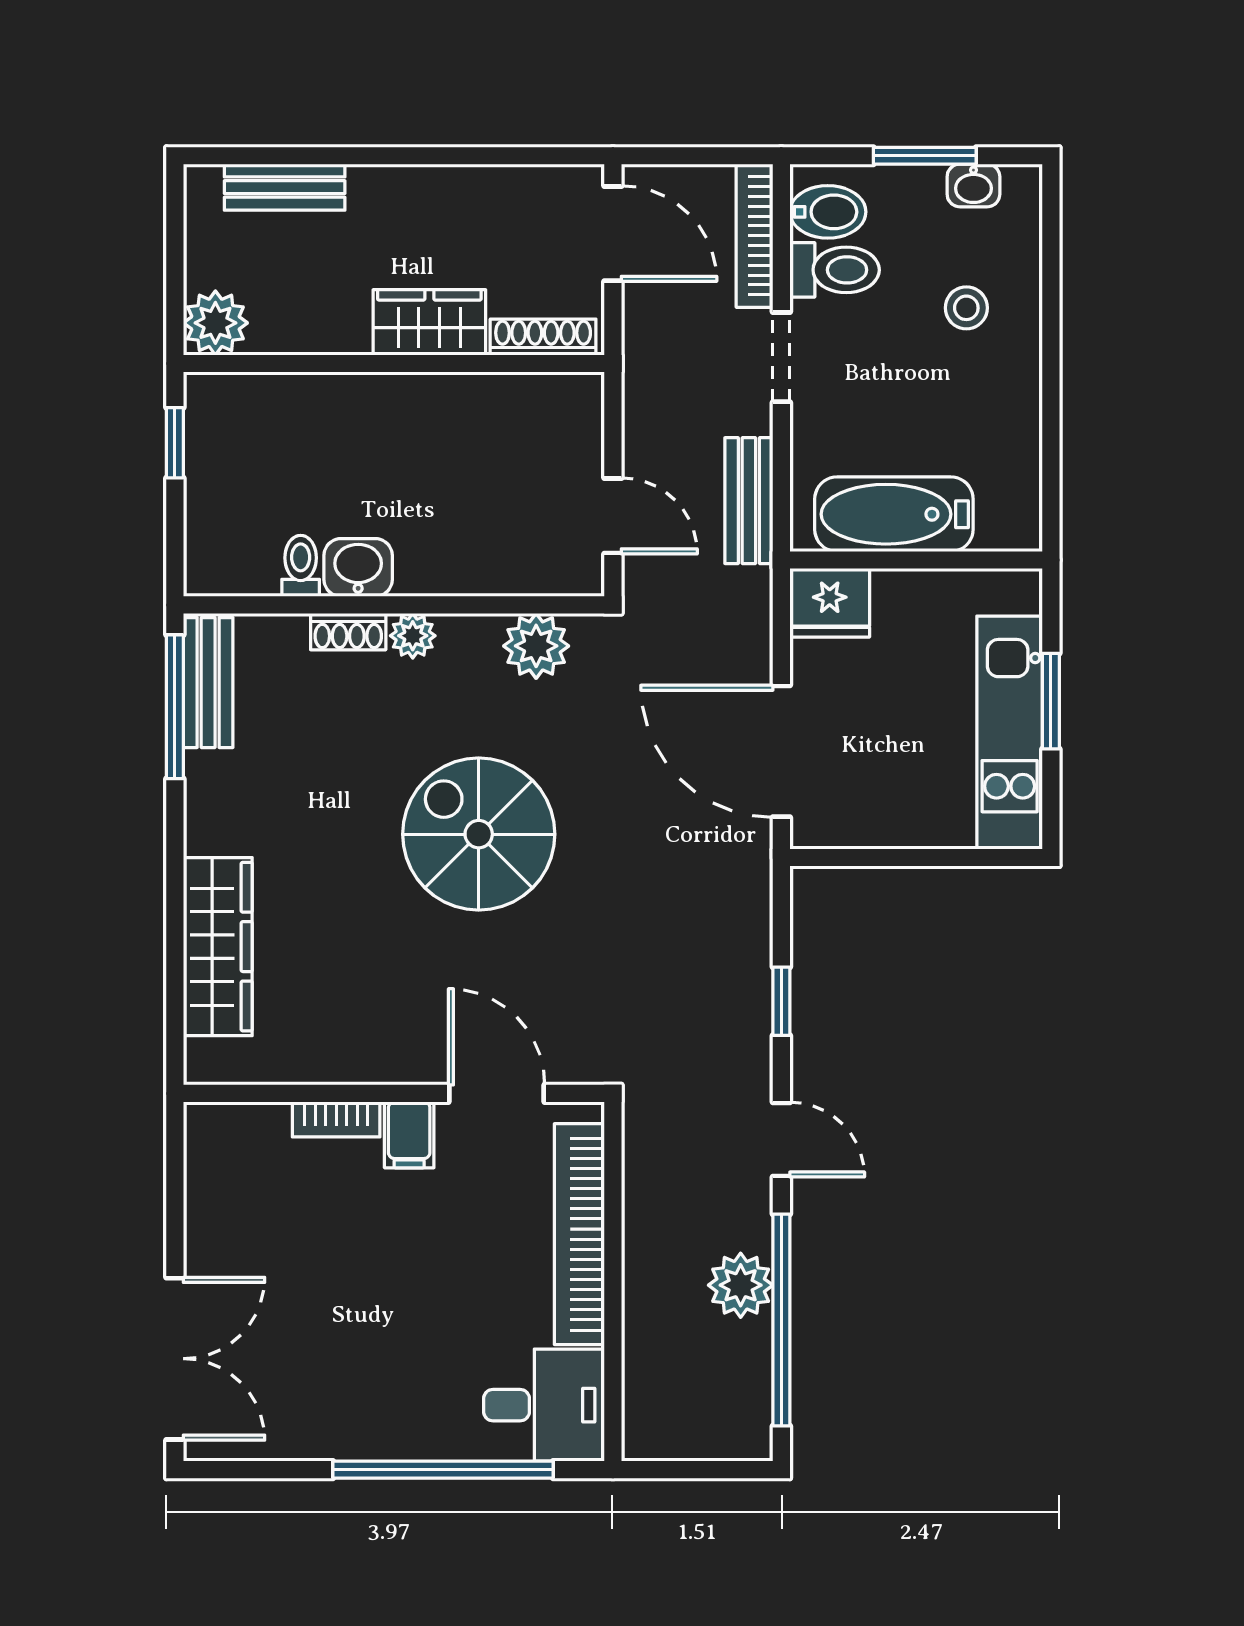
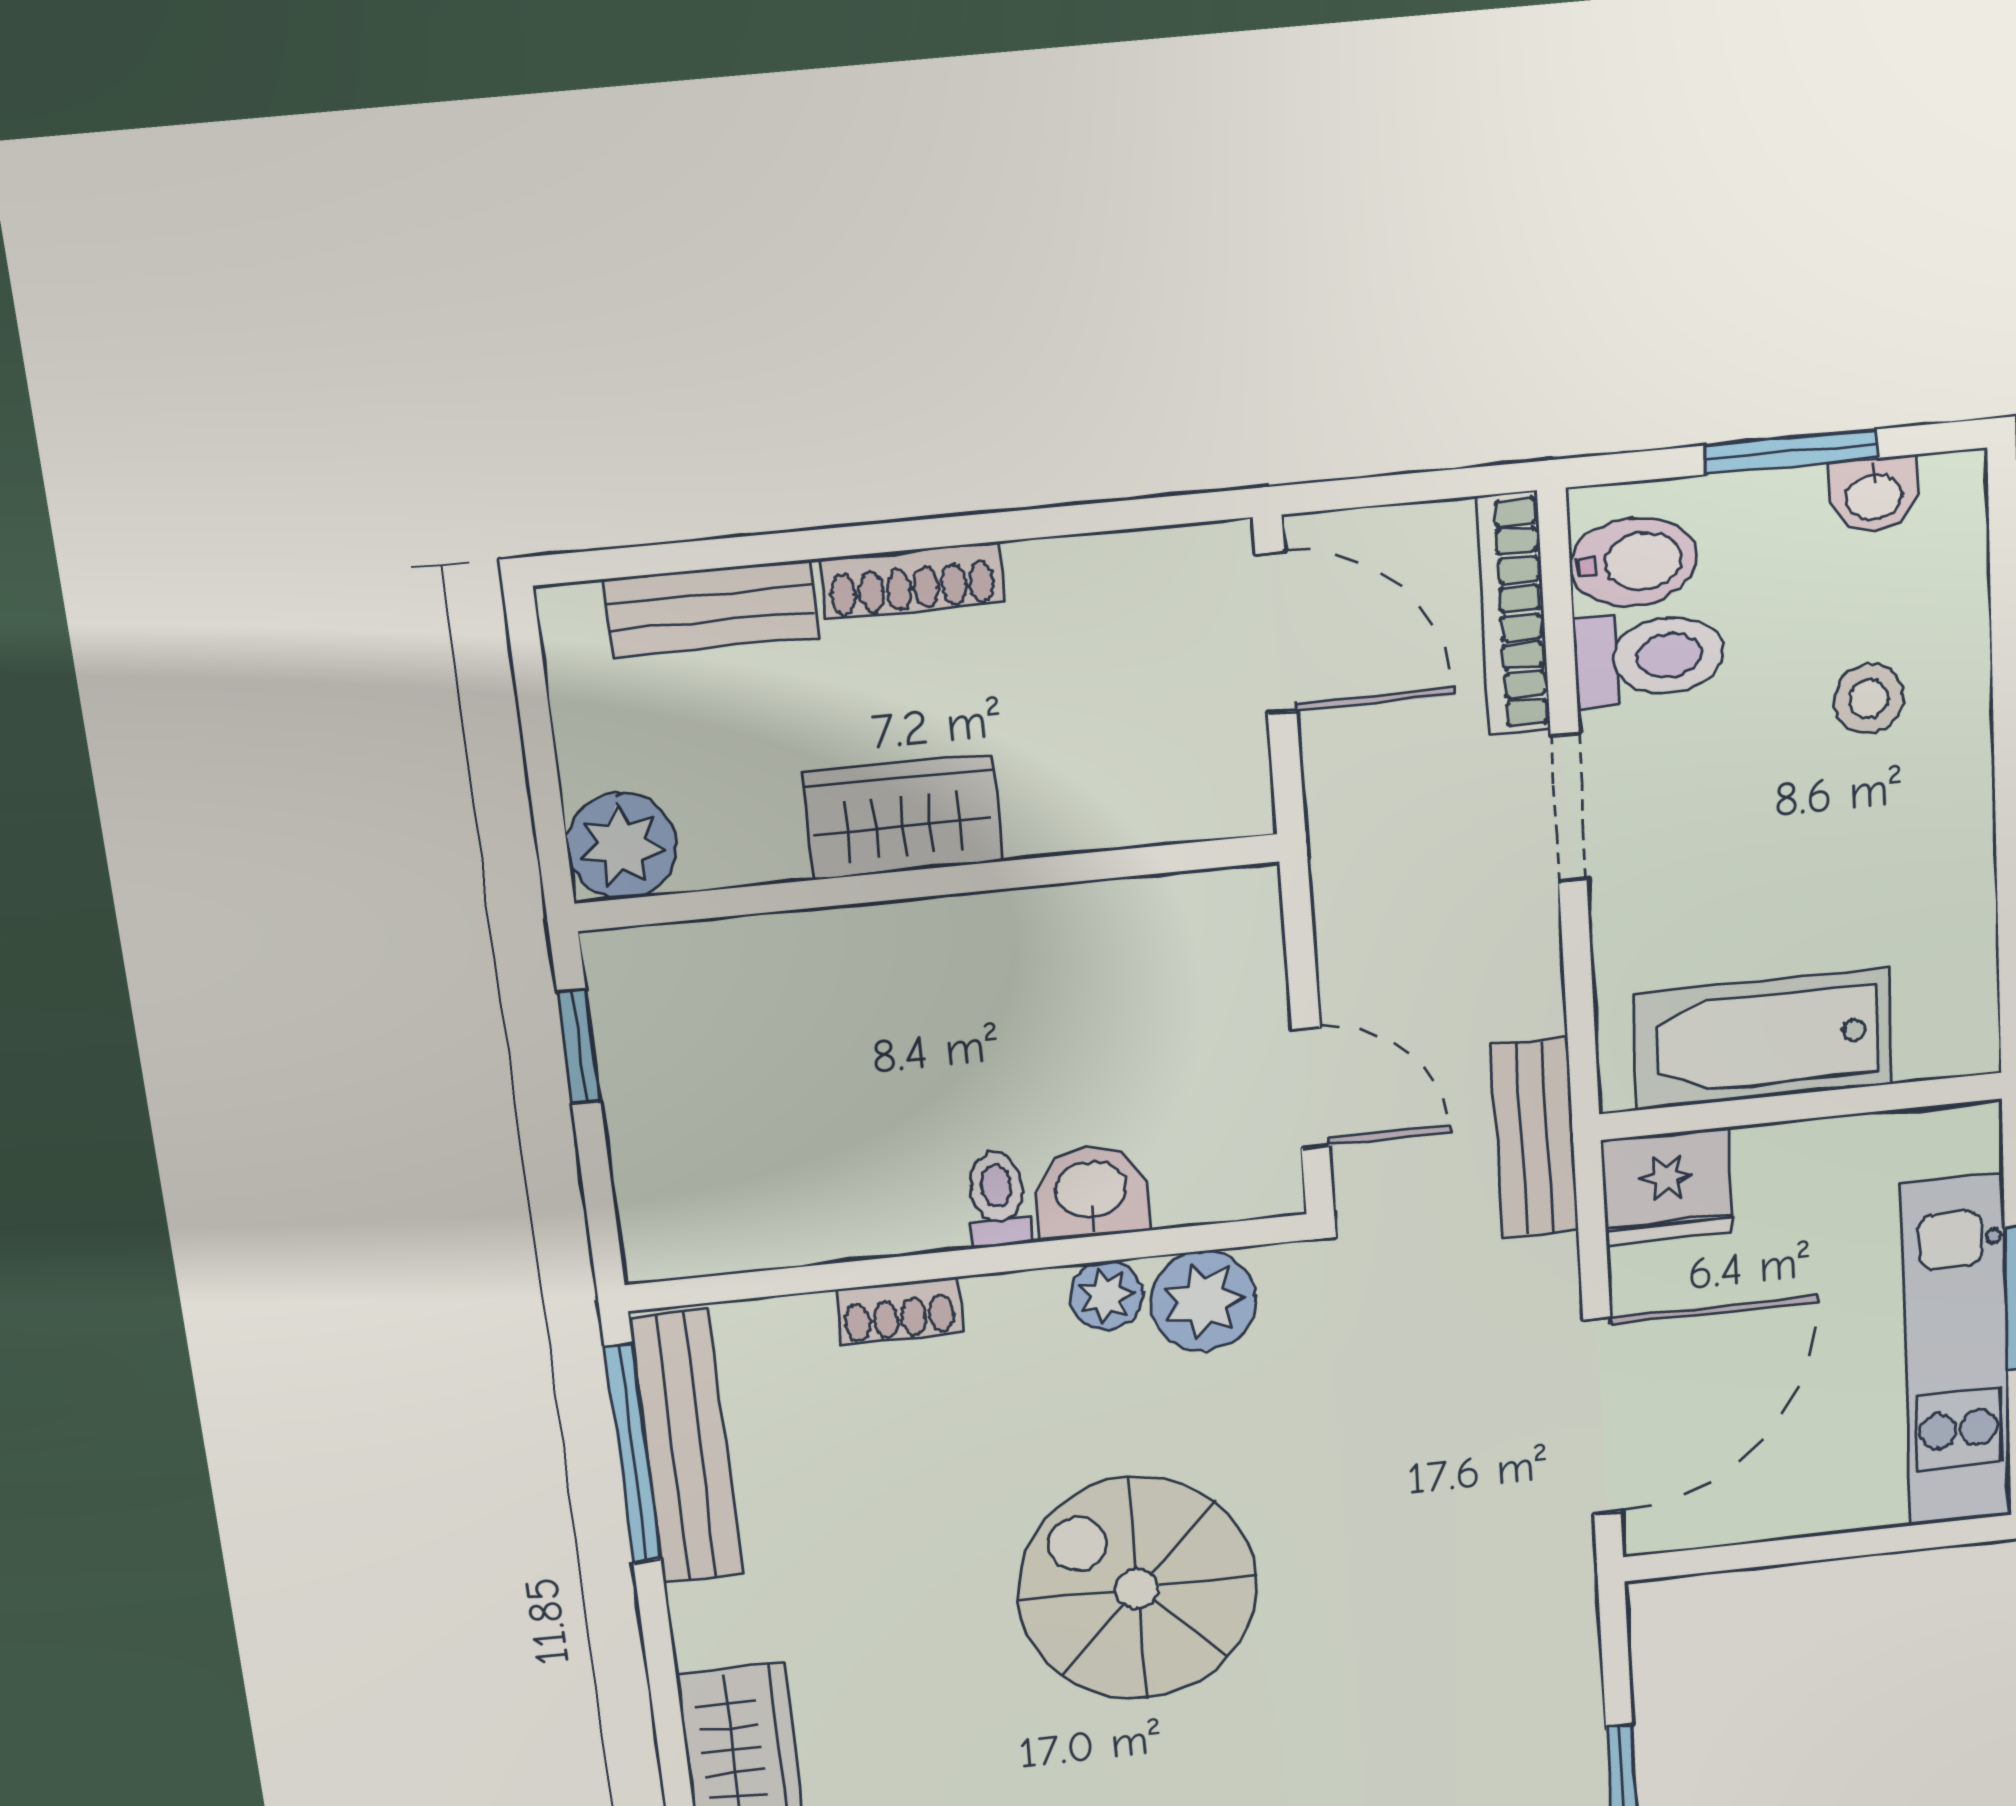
wardrobe: (429, 322) -> (902, 818), moved
shoe rack: (543, 337) -> (912, 580), moved, turned 180
bench: (749, 501) -> (1535, 1138), moved
toilet: (301, 566) -> (998, 1199), moved
washbasin: (358, 567) -> (1091, 1192), moved
plant: (413, 636) -> (1106, 1295), moved
bench: (208, 683) -> (686, 1447), width x1.36
door: (781, 751) -> (1602, 1416), swing flipped

